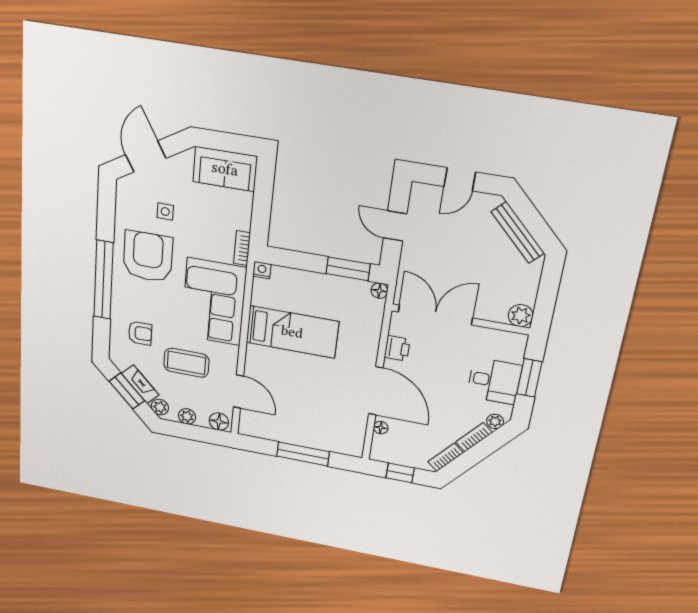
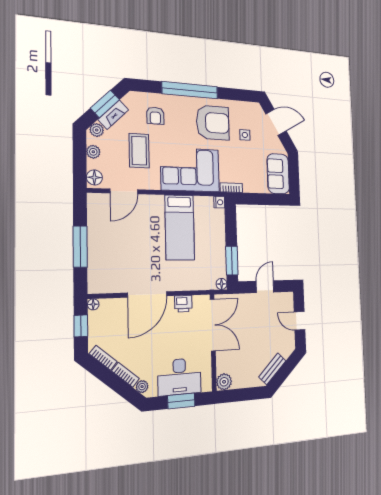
bench: (518, 233) -> (272, 369), width x0.73
desk: (494, 381) -> (179, 377), width x1.37
floor lamp: (381, 428) -> (93, 304), moved

